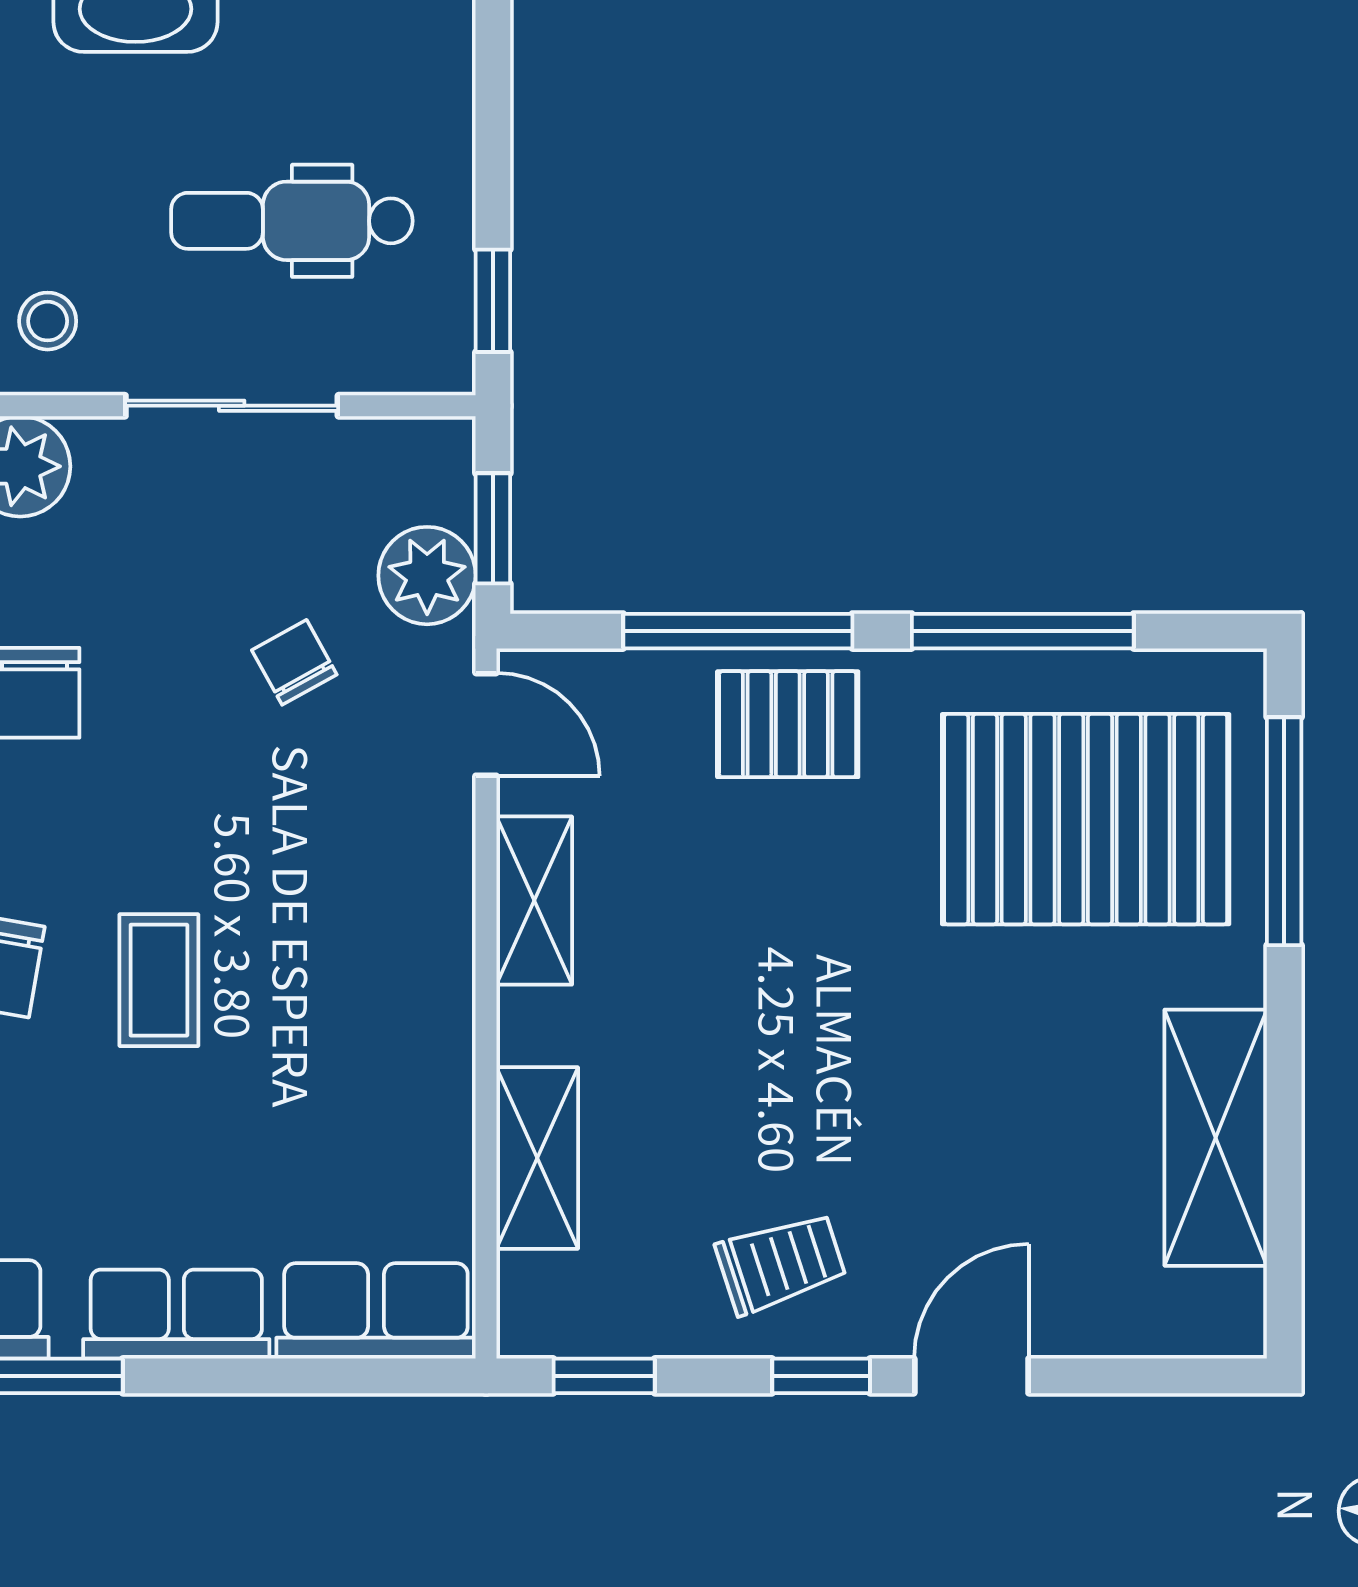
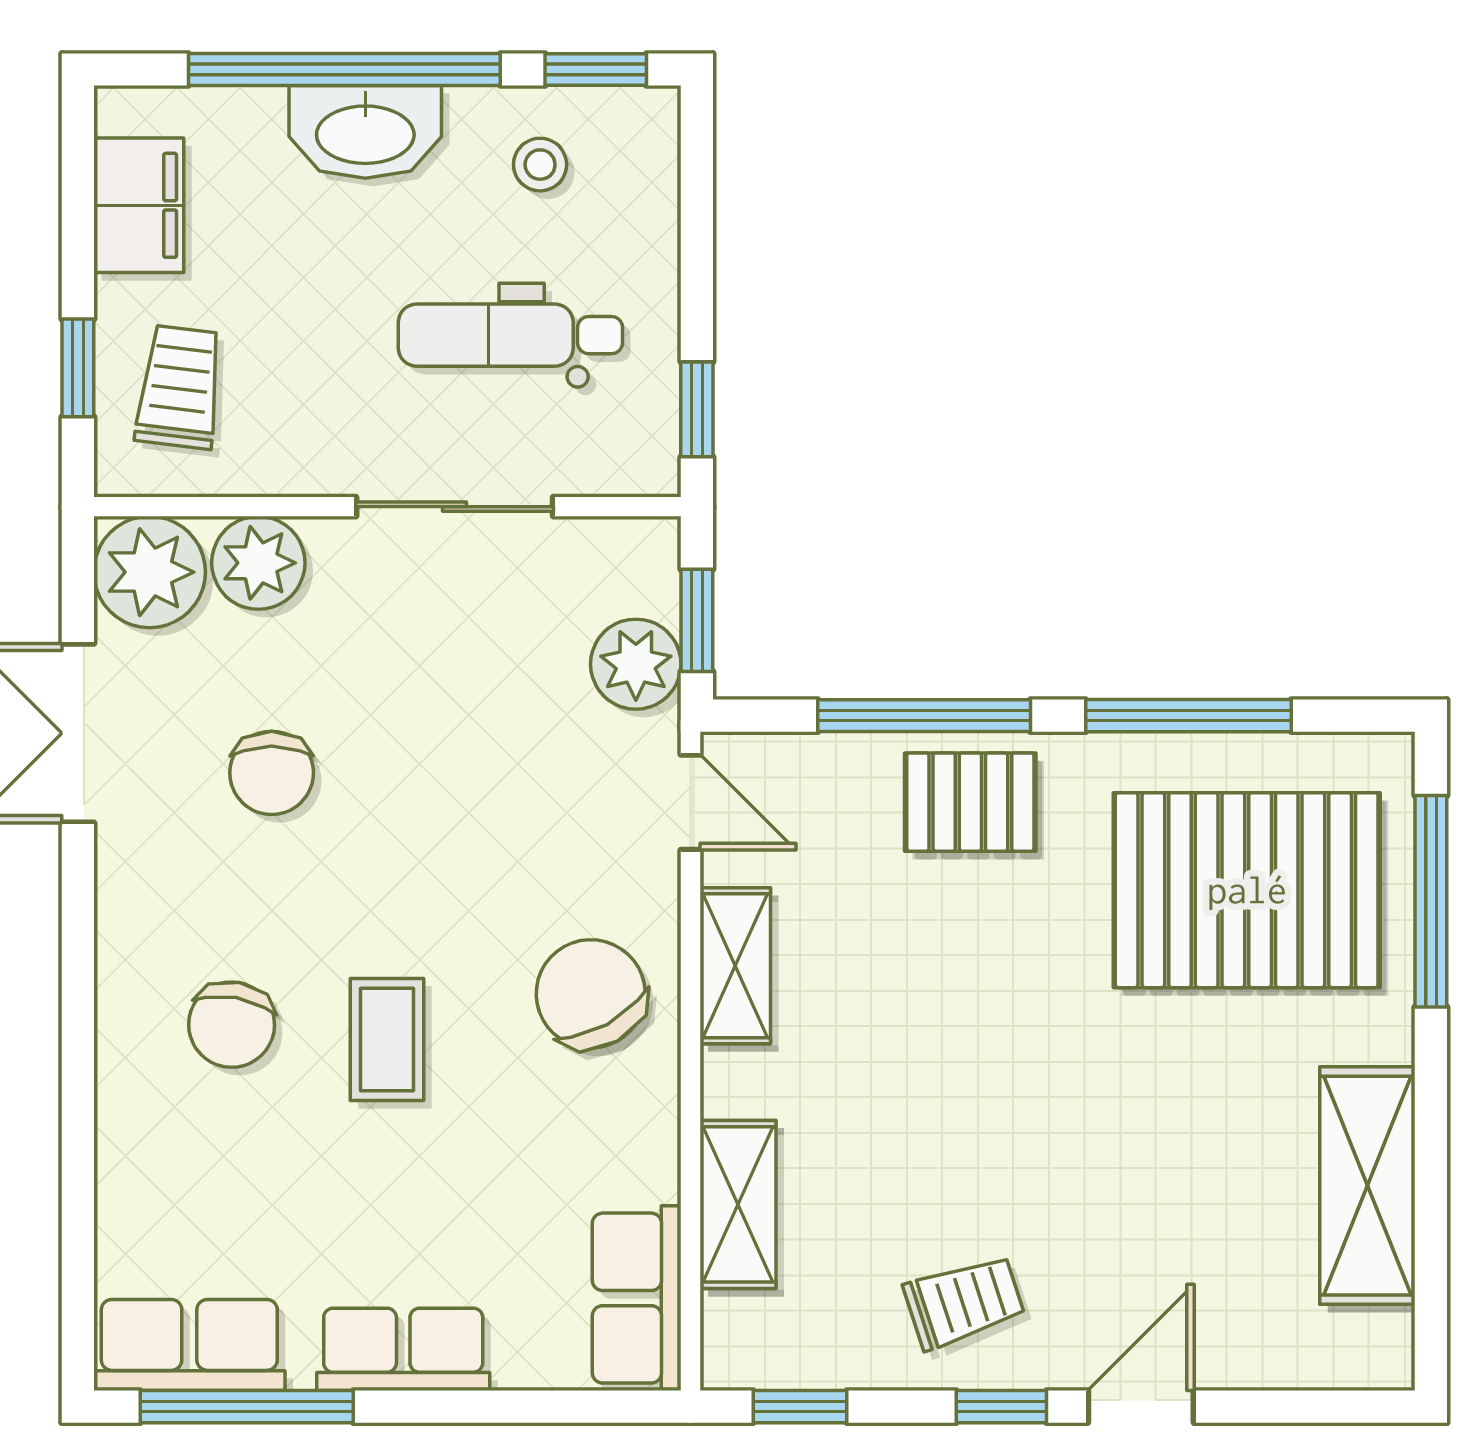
stool: (48, 321) -> (540, 165), moved
chair: (294, 662) -> (591, 994), moved, width x1.87, depth x1.87
row of seats: (376, 1311) -> (637, 1298), moved, turned -90

